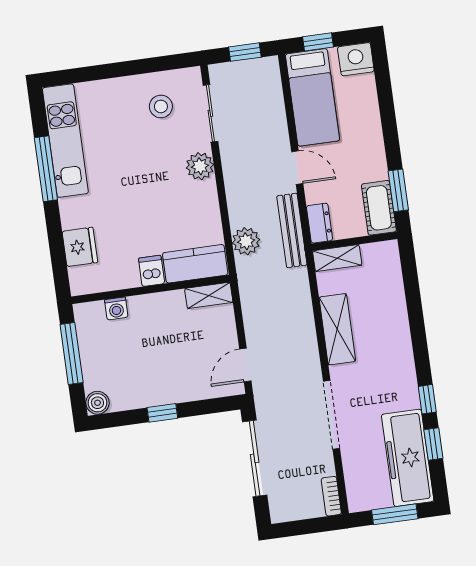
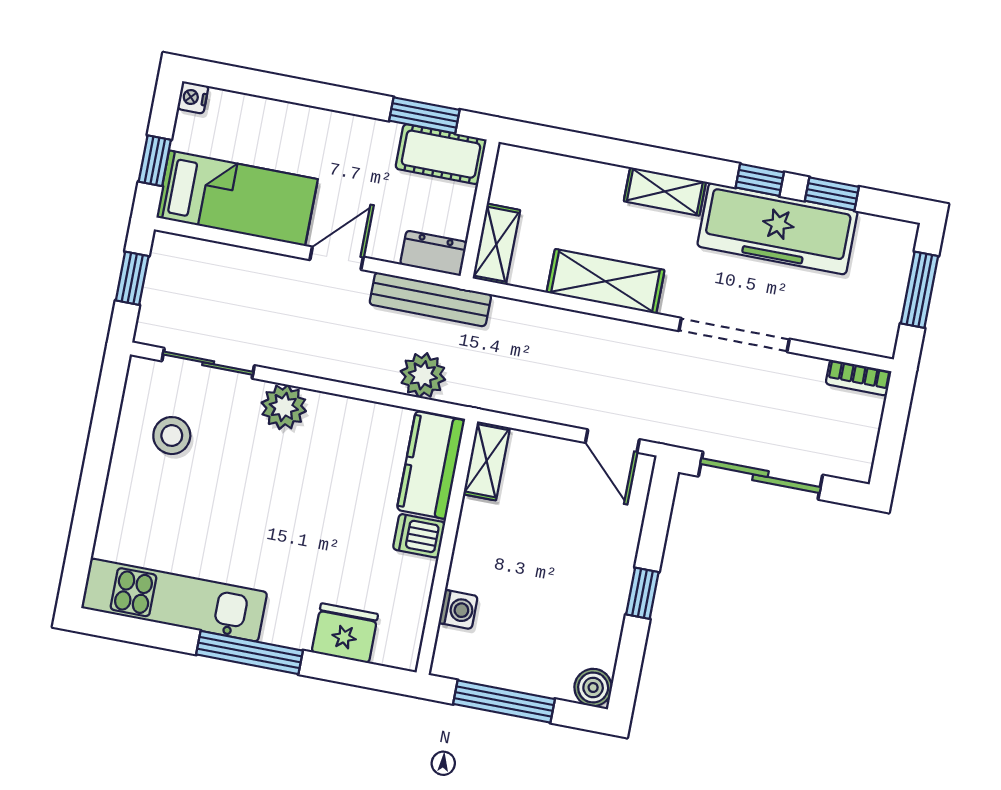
nightstand: (356, 59) -> (193, 97), width x0.53, depth x0.56
window: (46, 169) -> (249, 653), moved
shelving: (402, 346) -> (665, 191), added
freezer: (408, 458) -> (777, 229), moved

